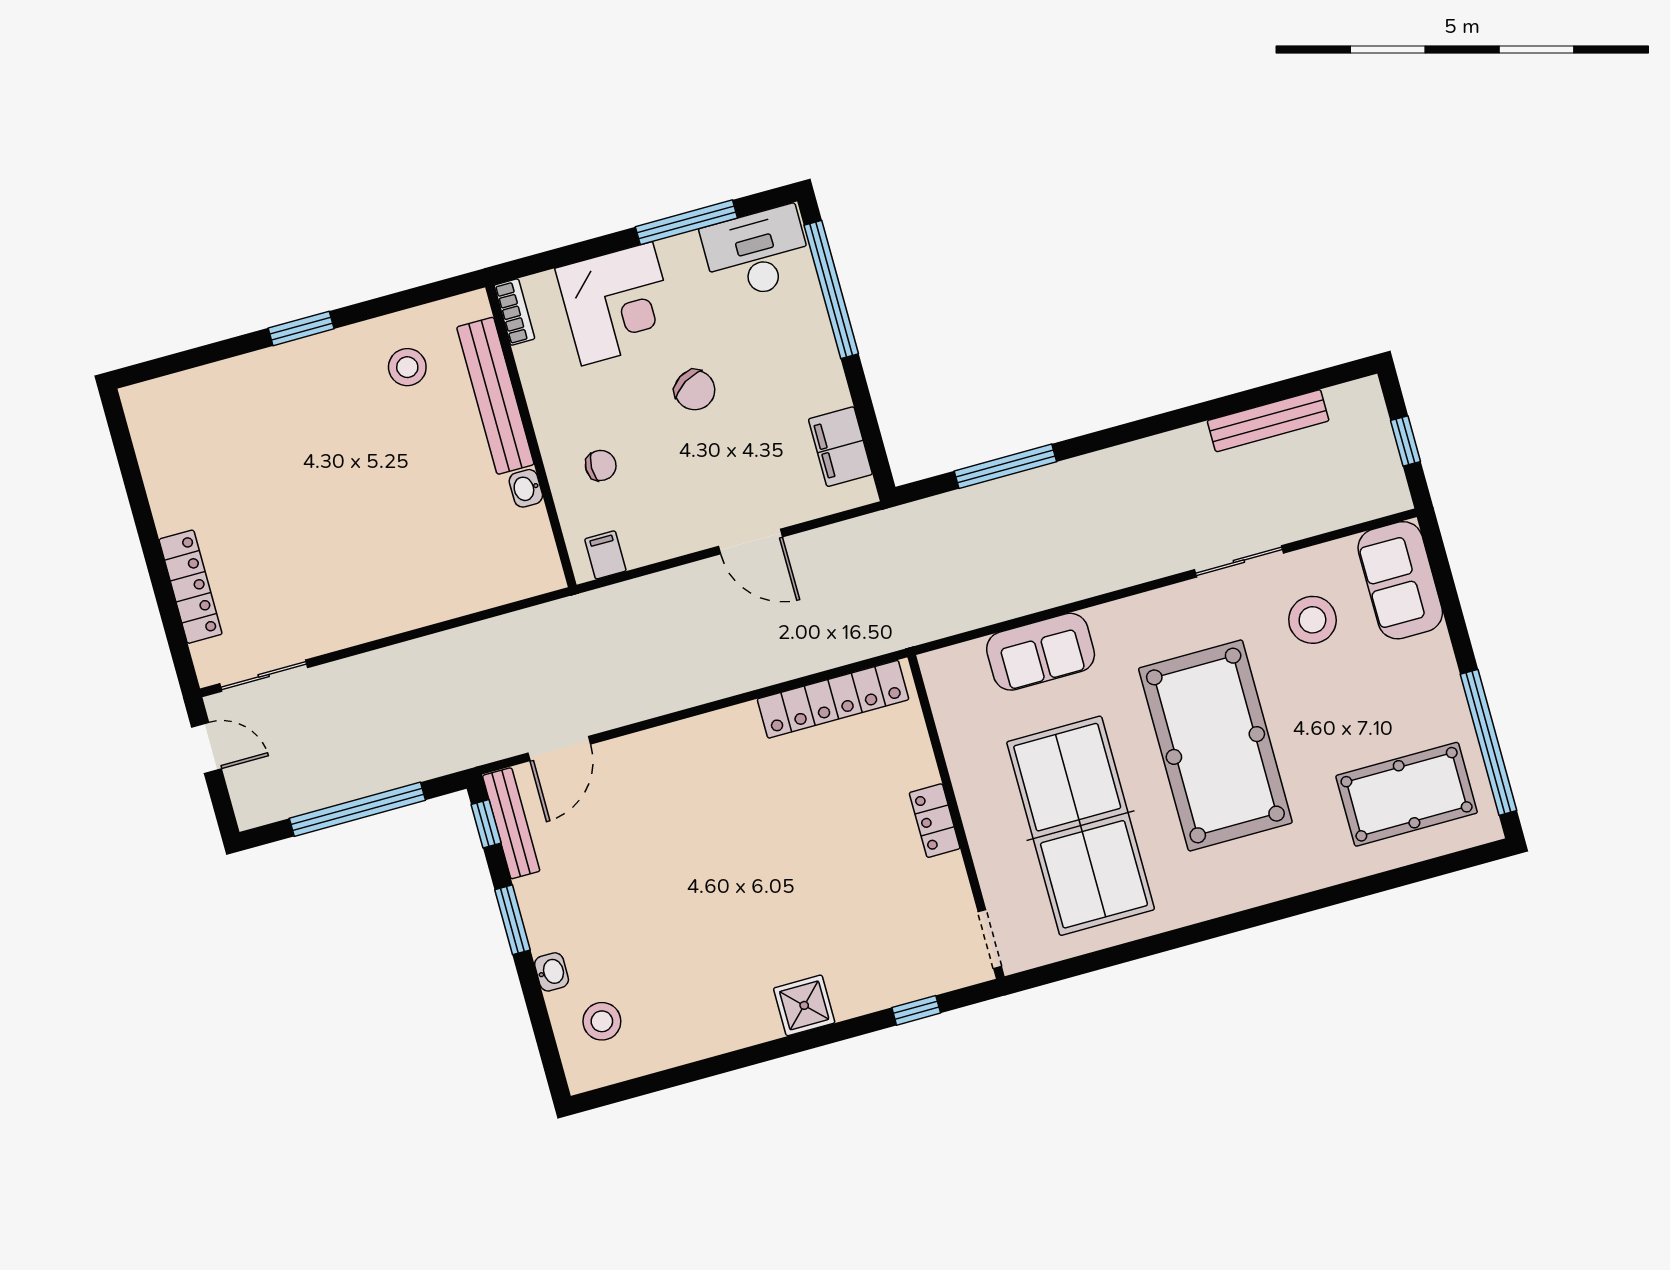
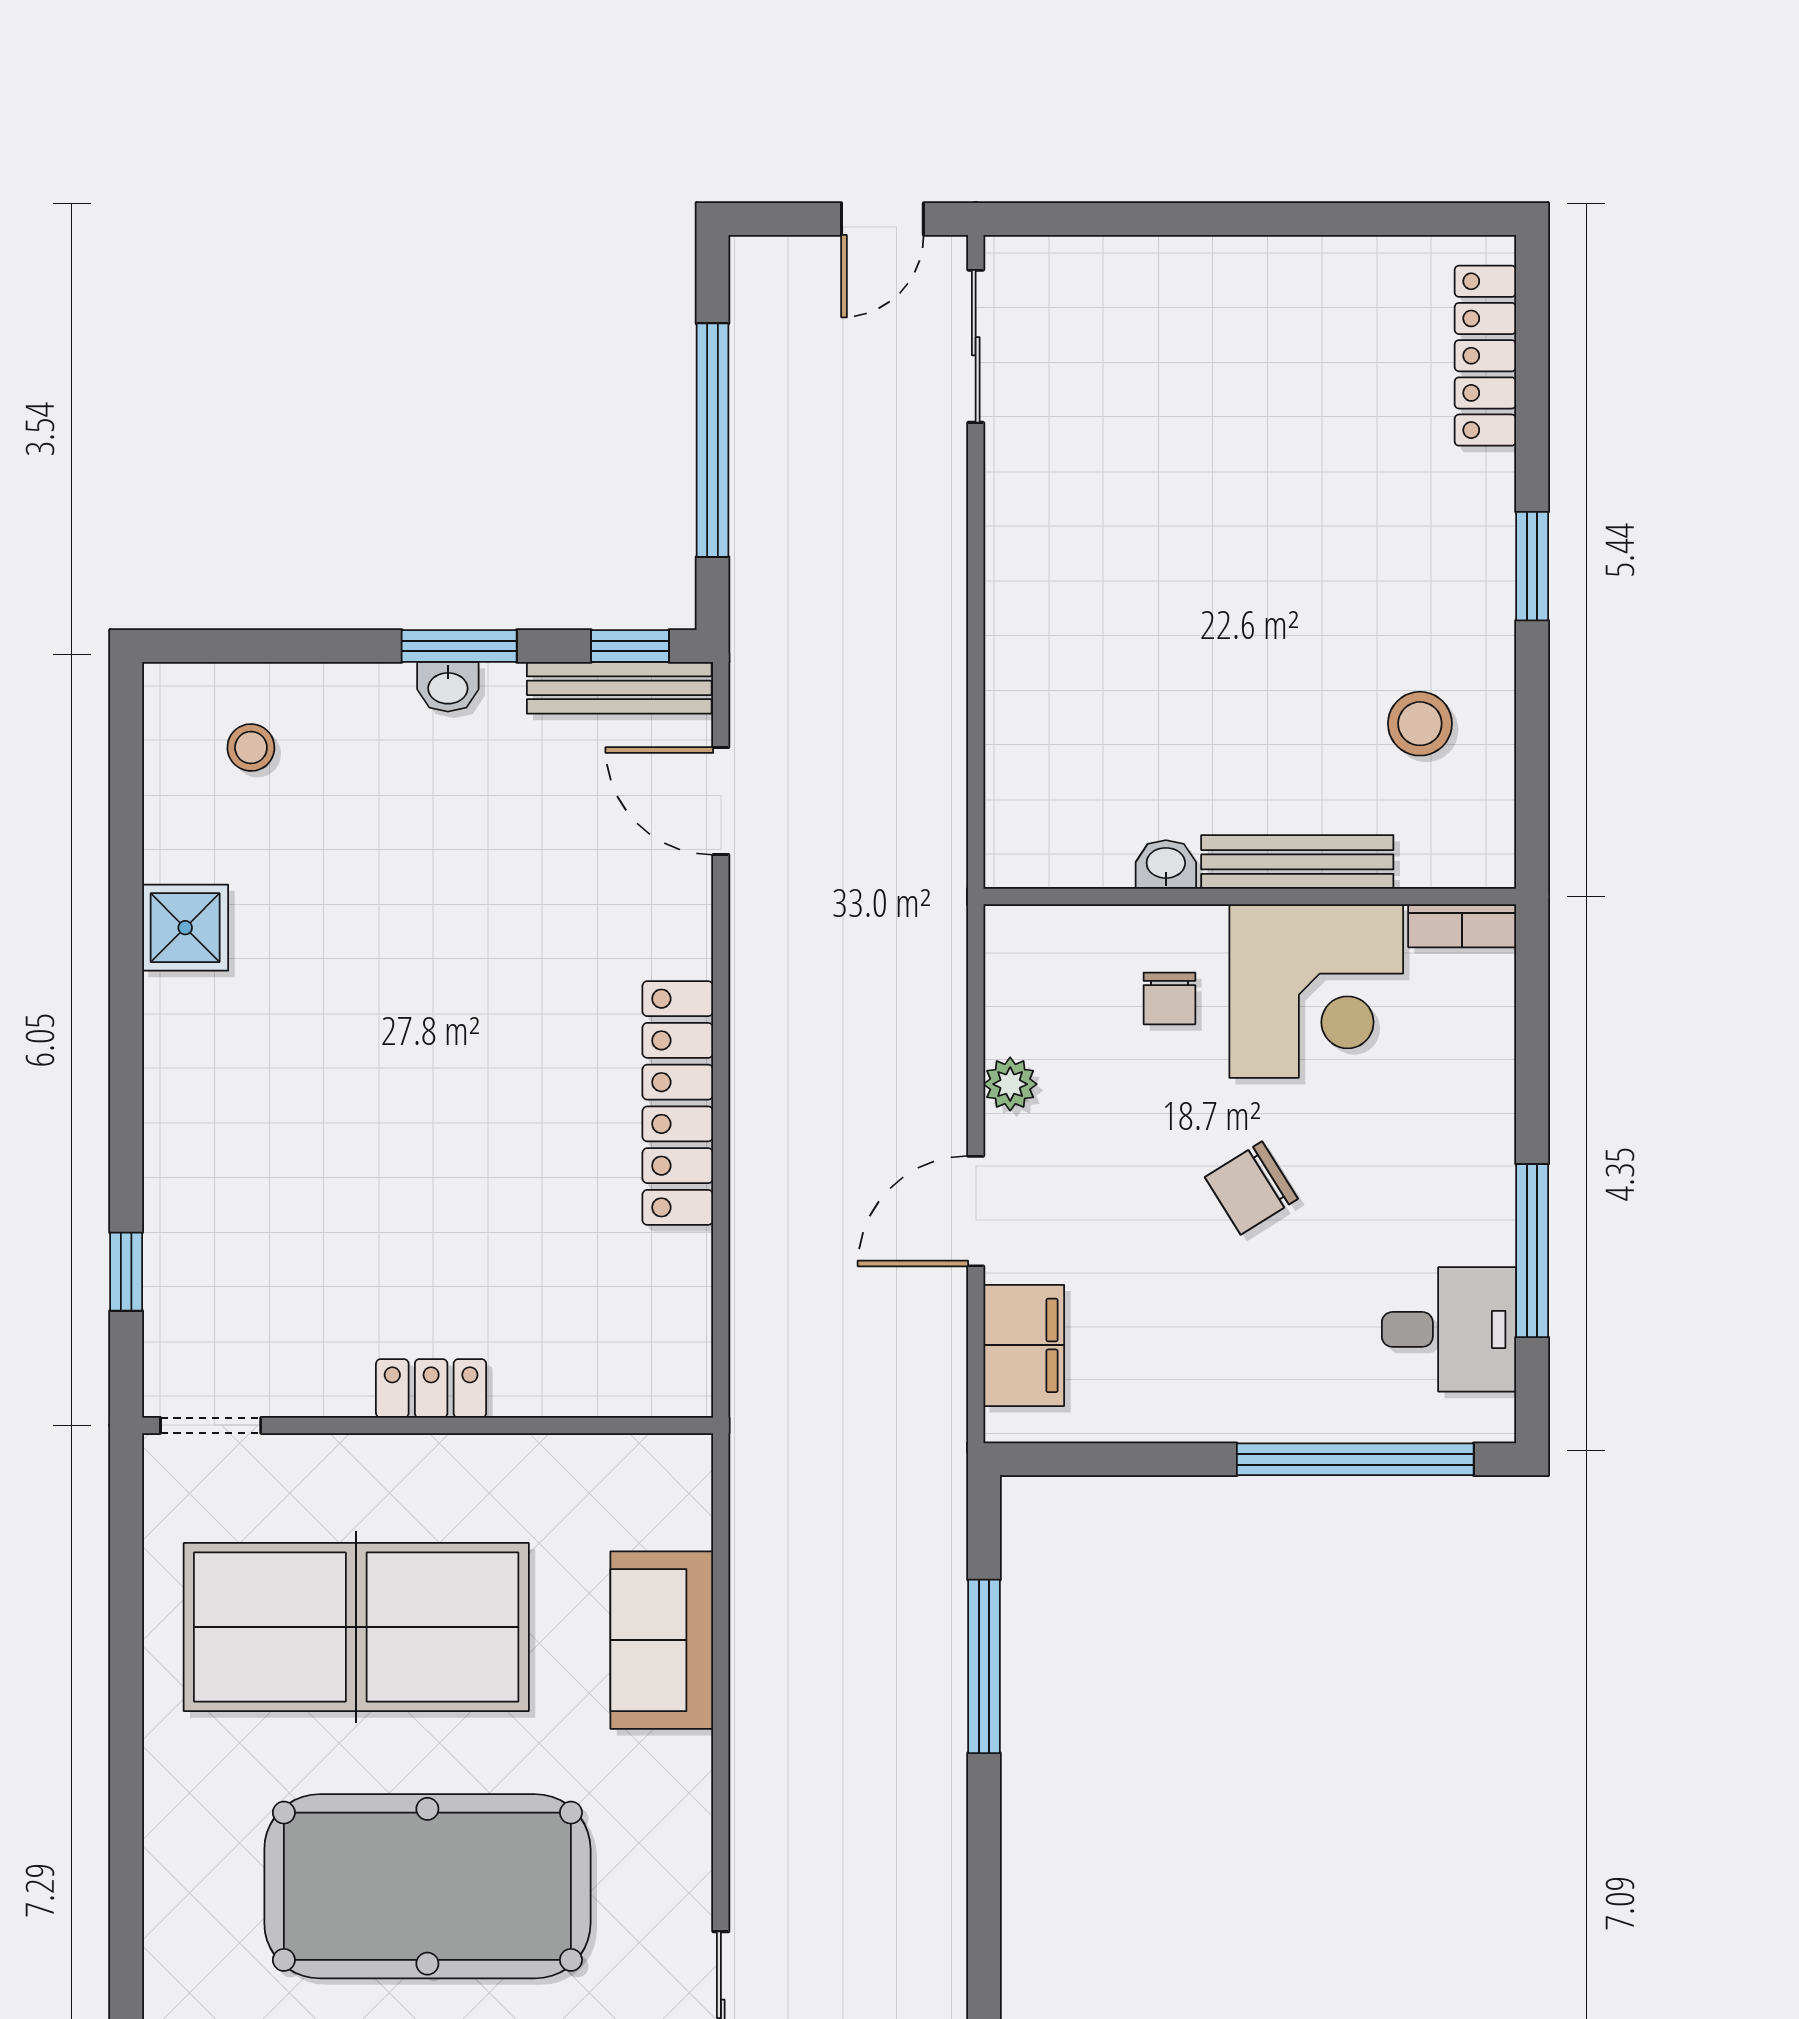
desk: (757, 253) -> (1449, 1329), width x0.73
corner desk: (617, 304) -> (1316, 991), moved, turned -90
bench: (495, 396) -> (1297, 862), width x0.73, depth x0.82
filing cabinet: (840, 447) -> (1024, 1345), moved, turned 90
plant: (674, 542) -> (1010, 1084), added
filing cabinet: (605, 555) -> (1020, 965), removed
locker: (190, 587) -> (1485, 356), moved, turned 90
locker: (833, 699) -> (678, 1103), moved
washbasin: (552, 972) -> (448, 687), moved
shower: (804, 1005) -> (185, 928), moved
stool: (602, 1021) -> (251, 748), width x0.73, depth x0.73

